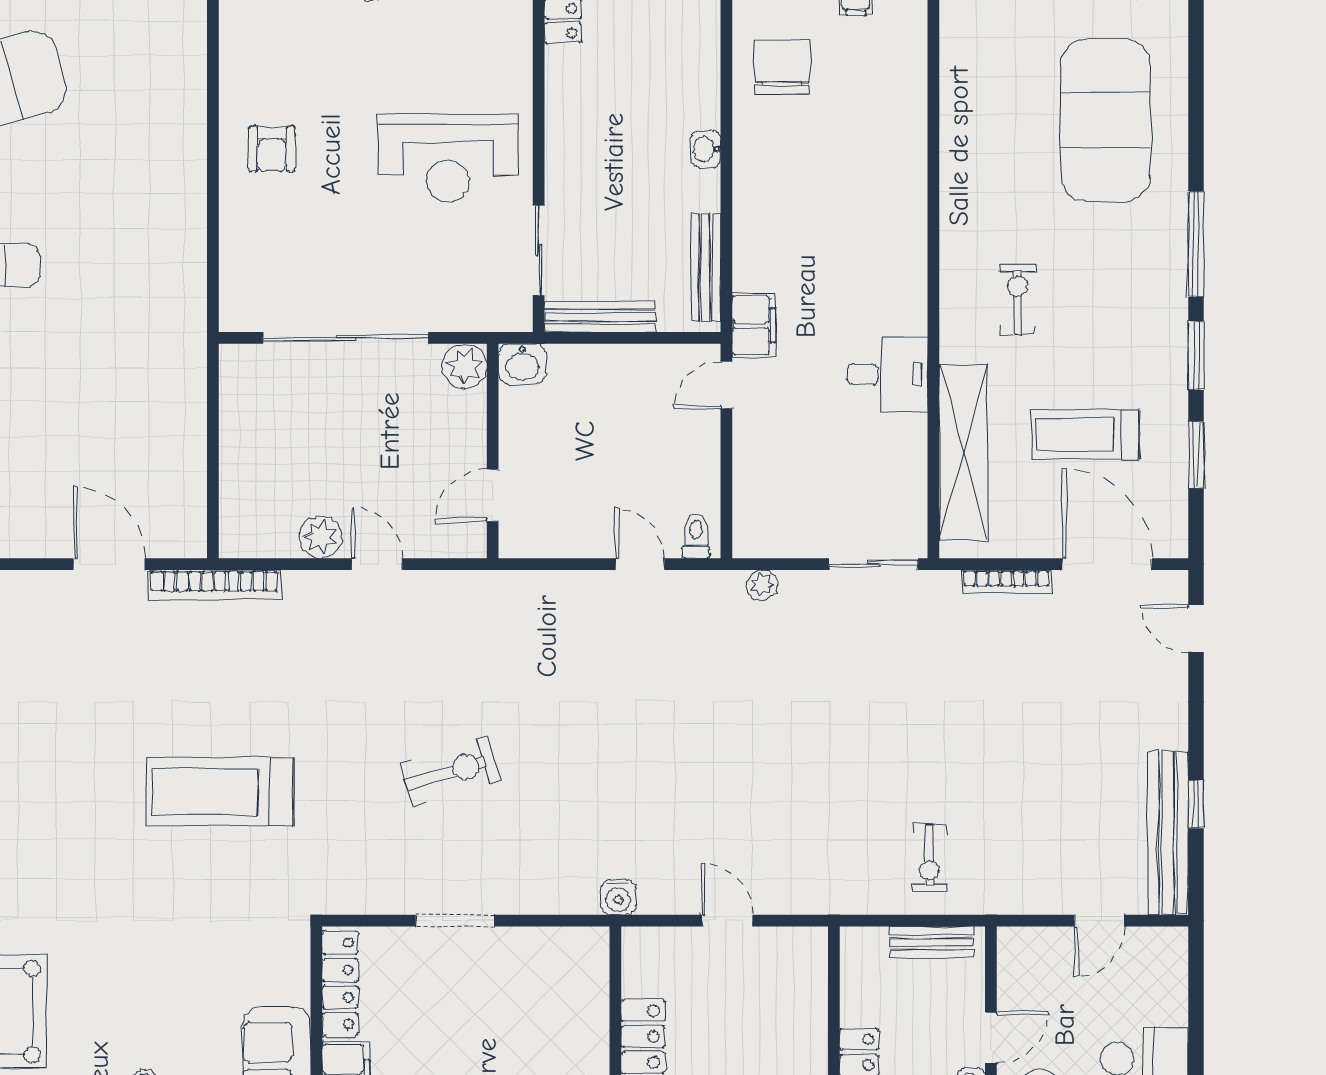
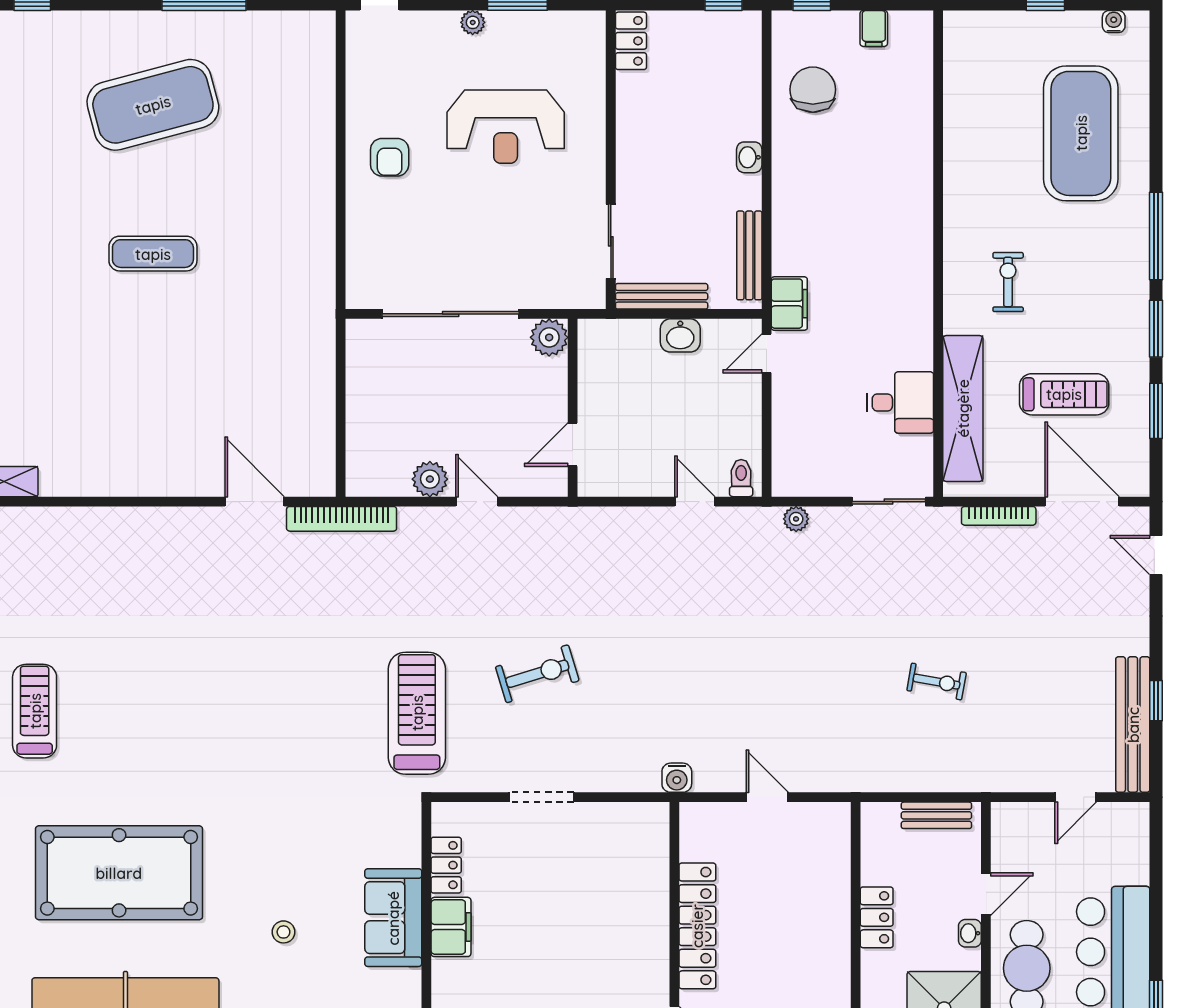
reception desk: (448, 158) -> (506, 127), moved
washbasin: (522, 364) -> (680, 335), moved
desk: (888, 374) -> (900, 402), moved
treadmill: (1085, 435) -> (1064, 394), turned 180
treadmill: (220, 792) -> (417, 713), moved, turned 90
exercise bike: (930, 858) -> (937, 682), moved, turned -80
locker: (340, 984) -> (446, 865), width x0.66

